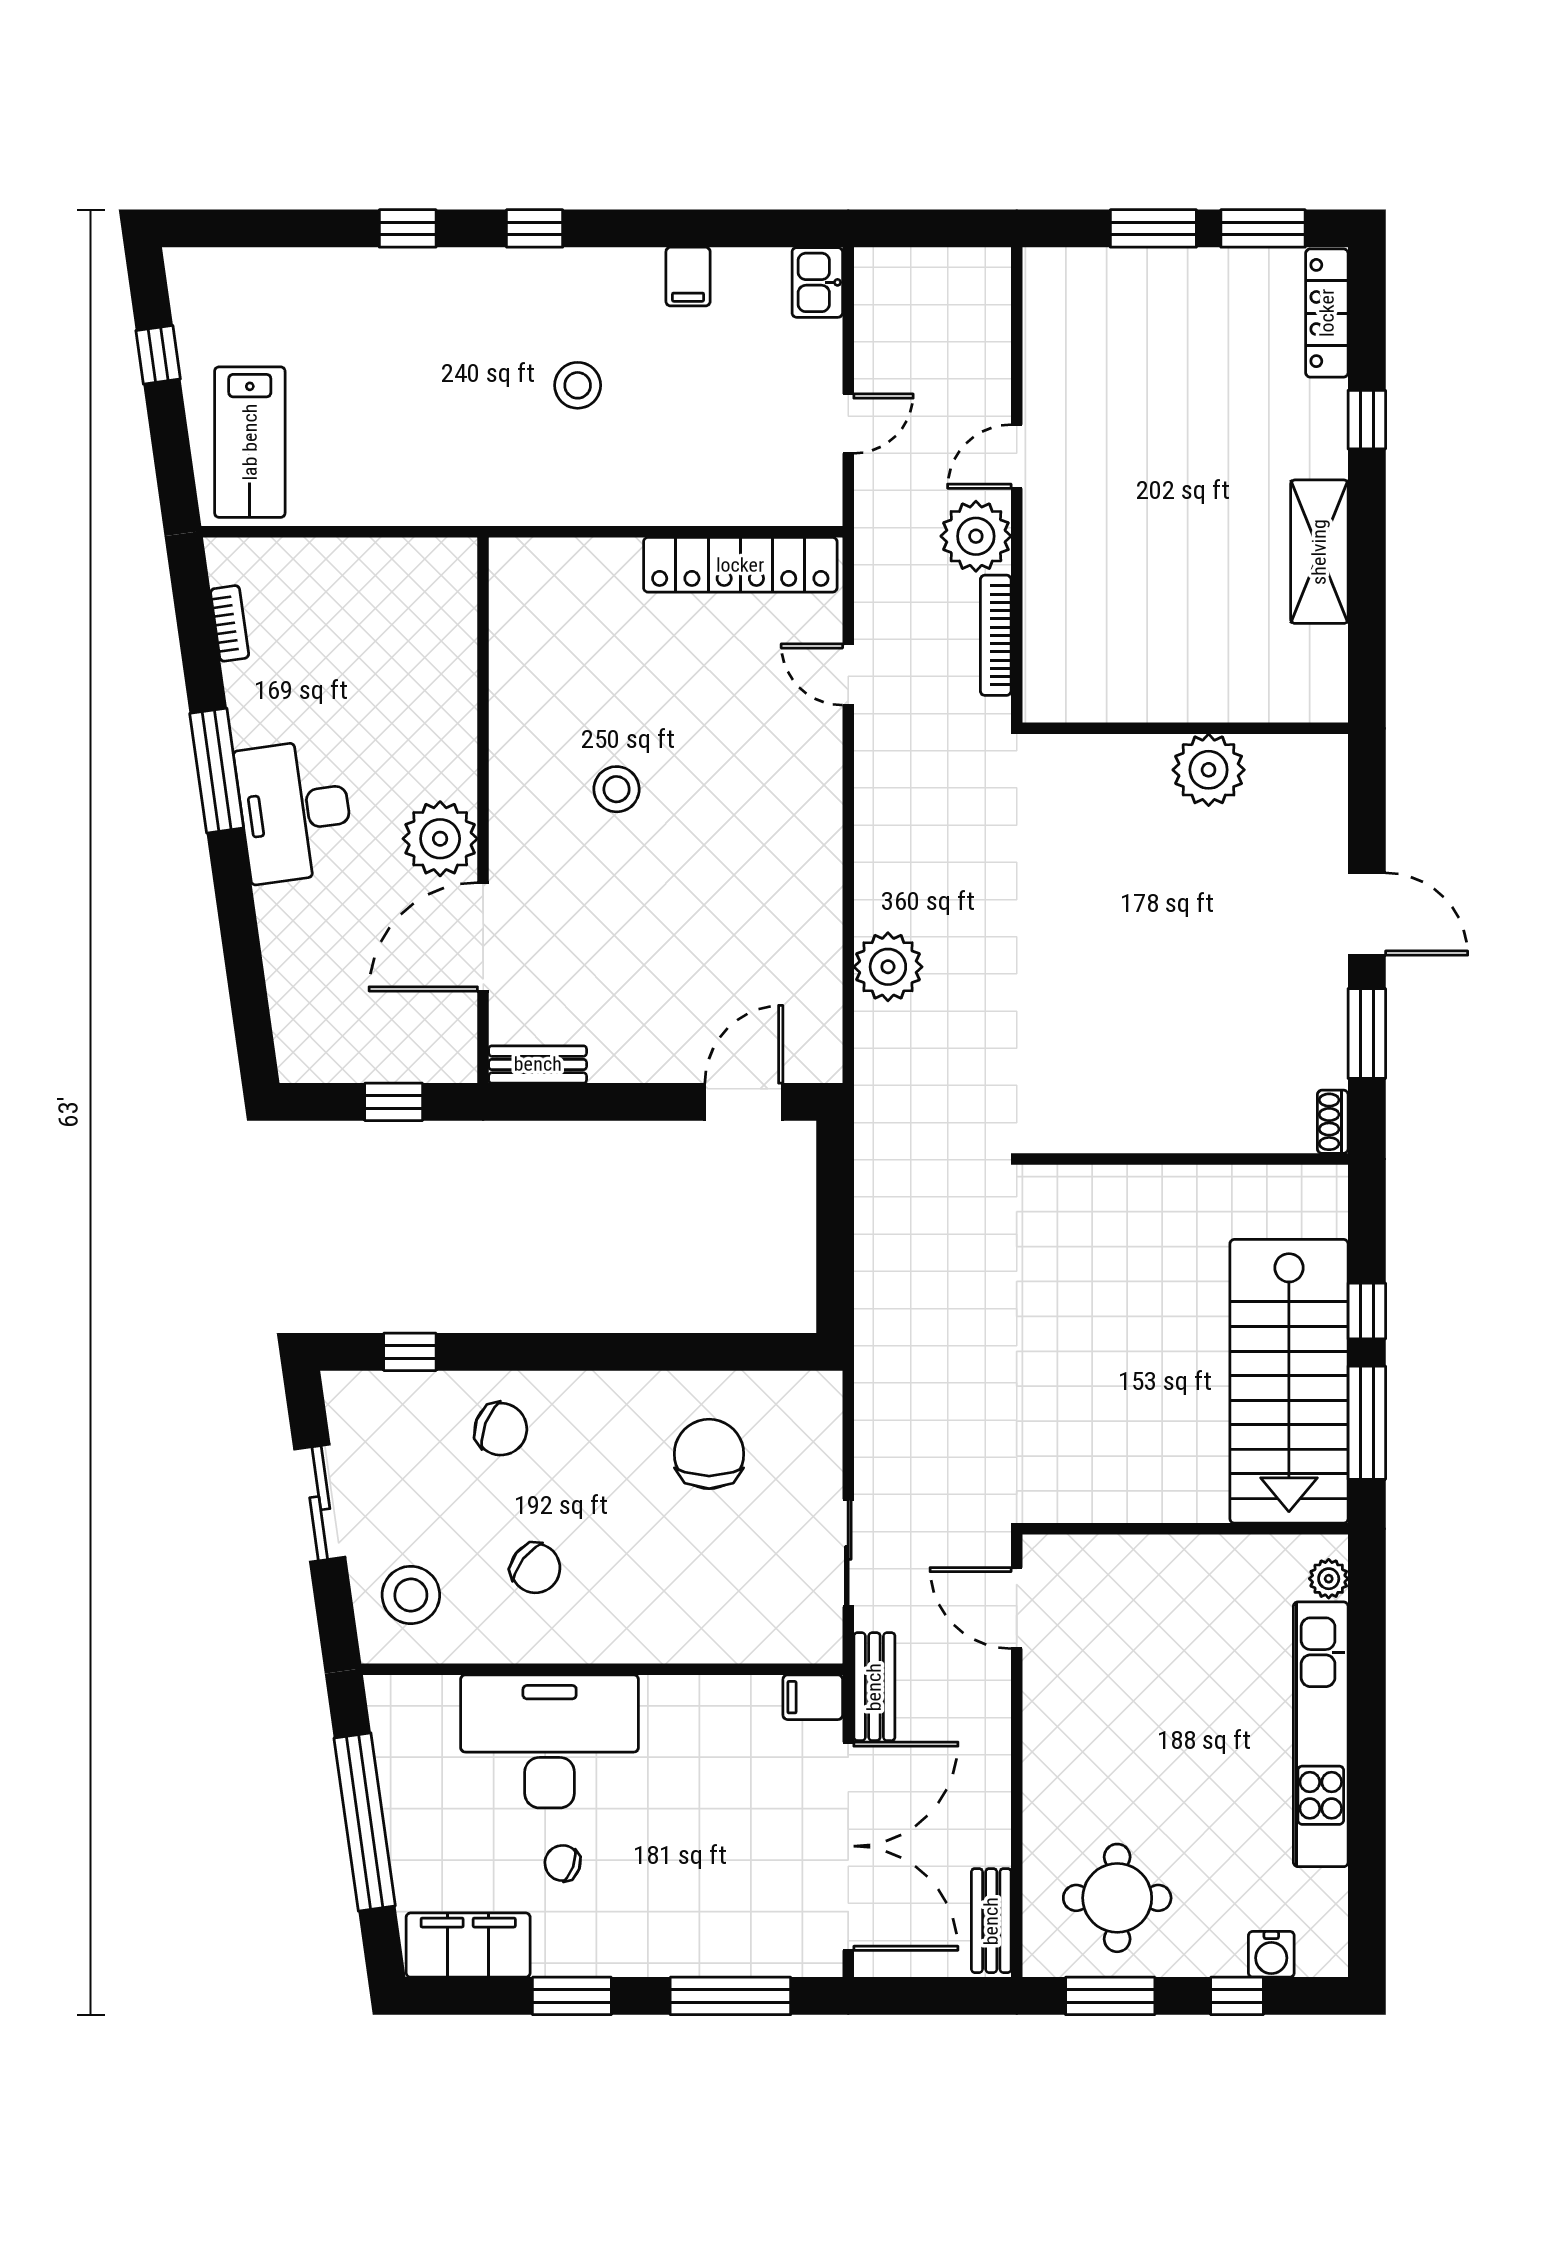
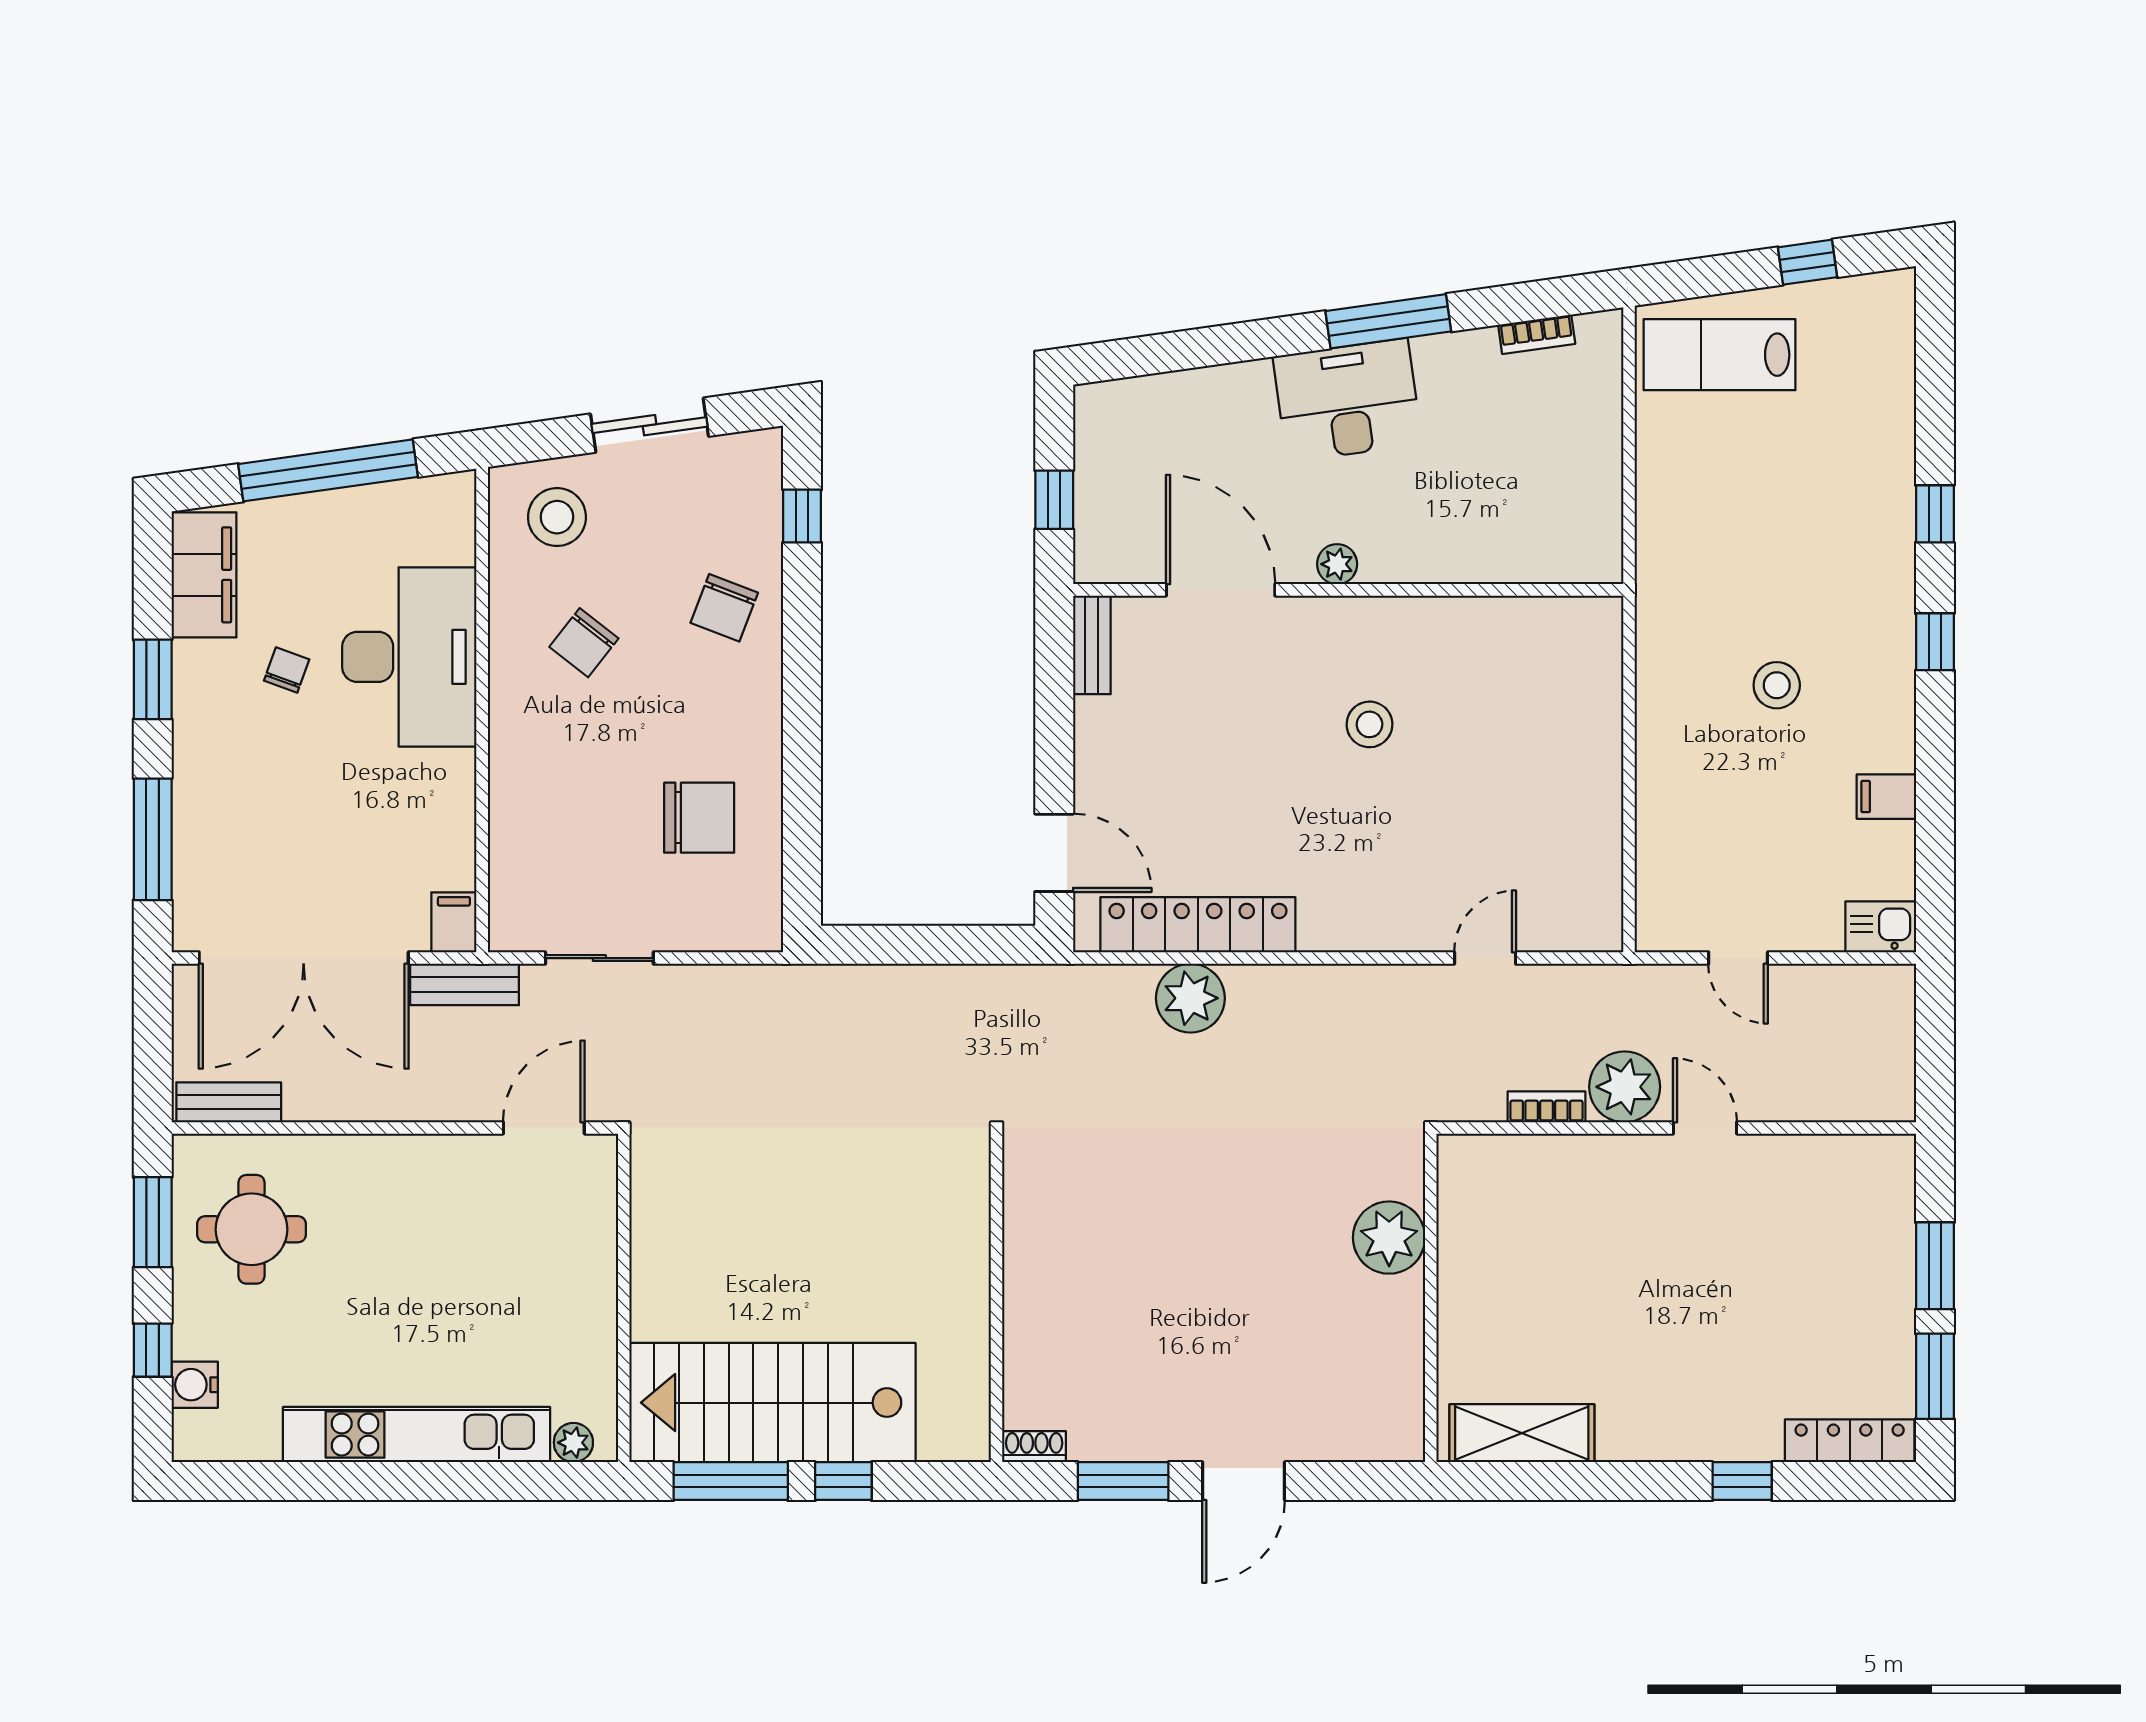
shelving: (1319, 552) -> (1522, 1433), moved
locker: (740, 565) -> (1198, 925), moved, turned 90
bookcase: (996, 635) -> (1547, 1107), width x0.64
plant: (1209, 770) -> (1389, 1238), moved
plant: (440, 839) -> (1337, 564), width x0.53, depth x0.53

